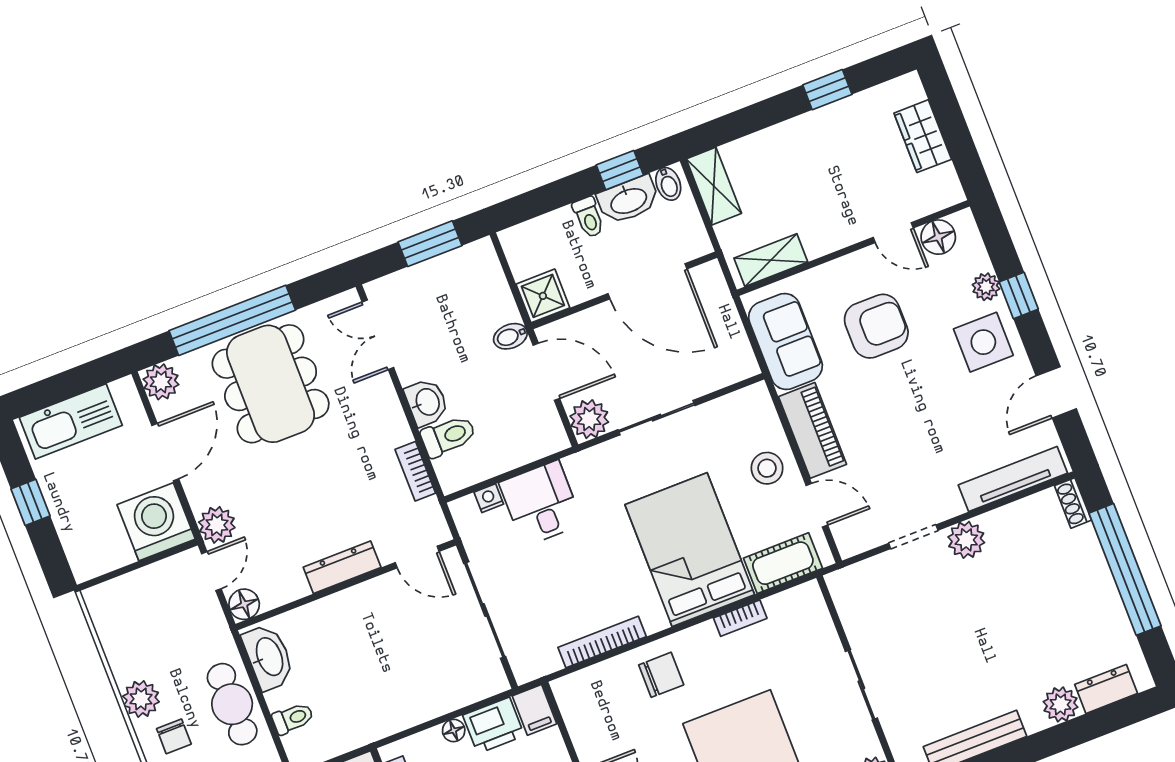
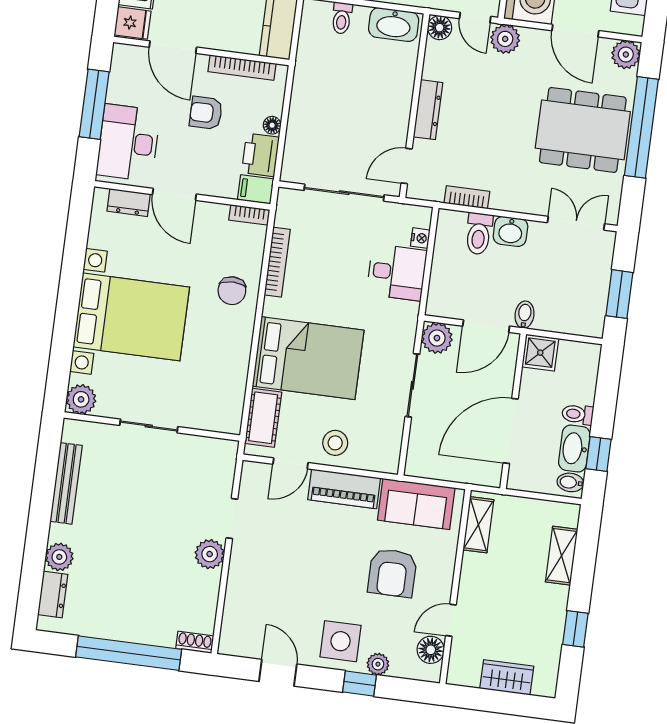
shelving: (714, 186) -> (562, 556), moved, turned 90
tv unit: (1013, 479) -> (234, 610), removed
bookcase: (740, 618) -> (249, 215), moved, turned -90

